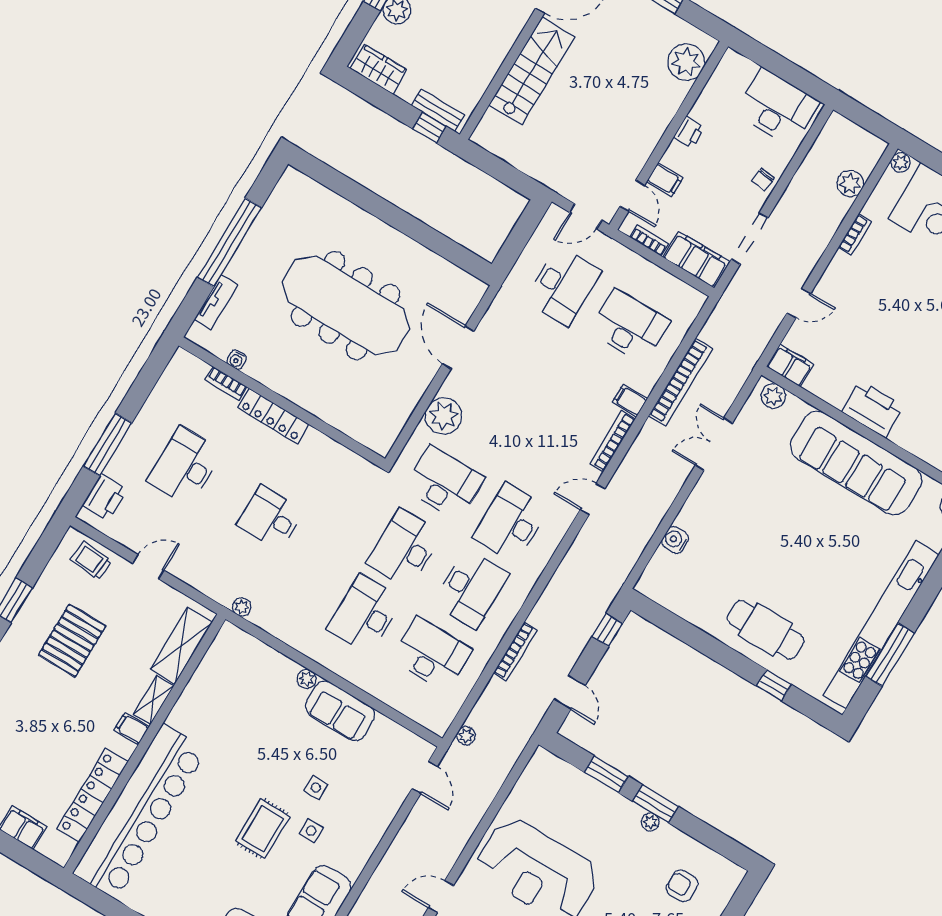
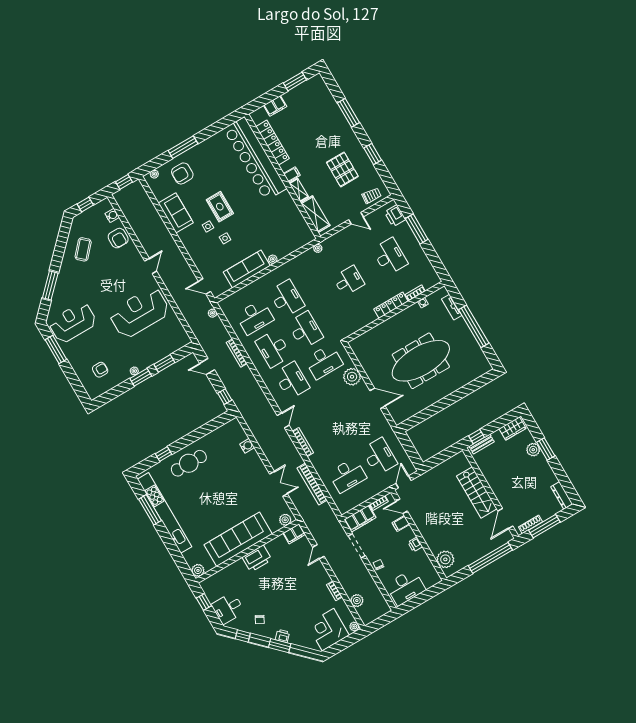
desk: (563, 286) -> (379, 457), turned 180
filing cabinet: (630, 400) -> (316, 458), removed
door: (148, 567) -> (356, 218), hinge flipped
sofa: (340, 711) -> (247, 269), width x1.36

